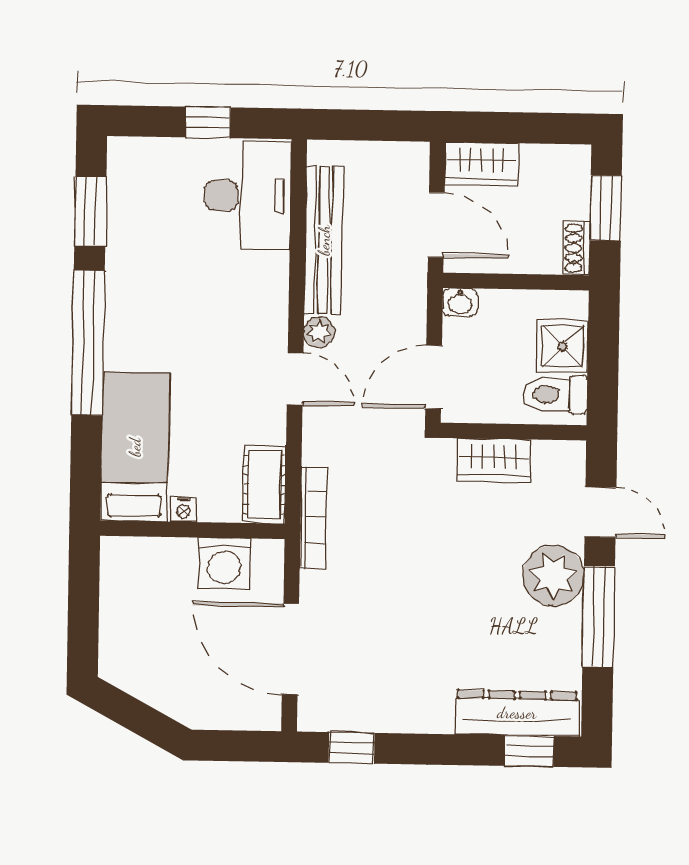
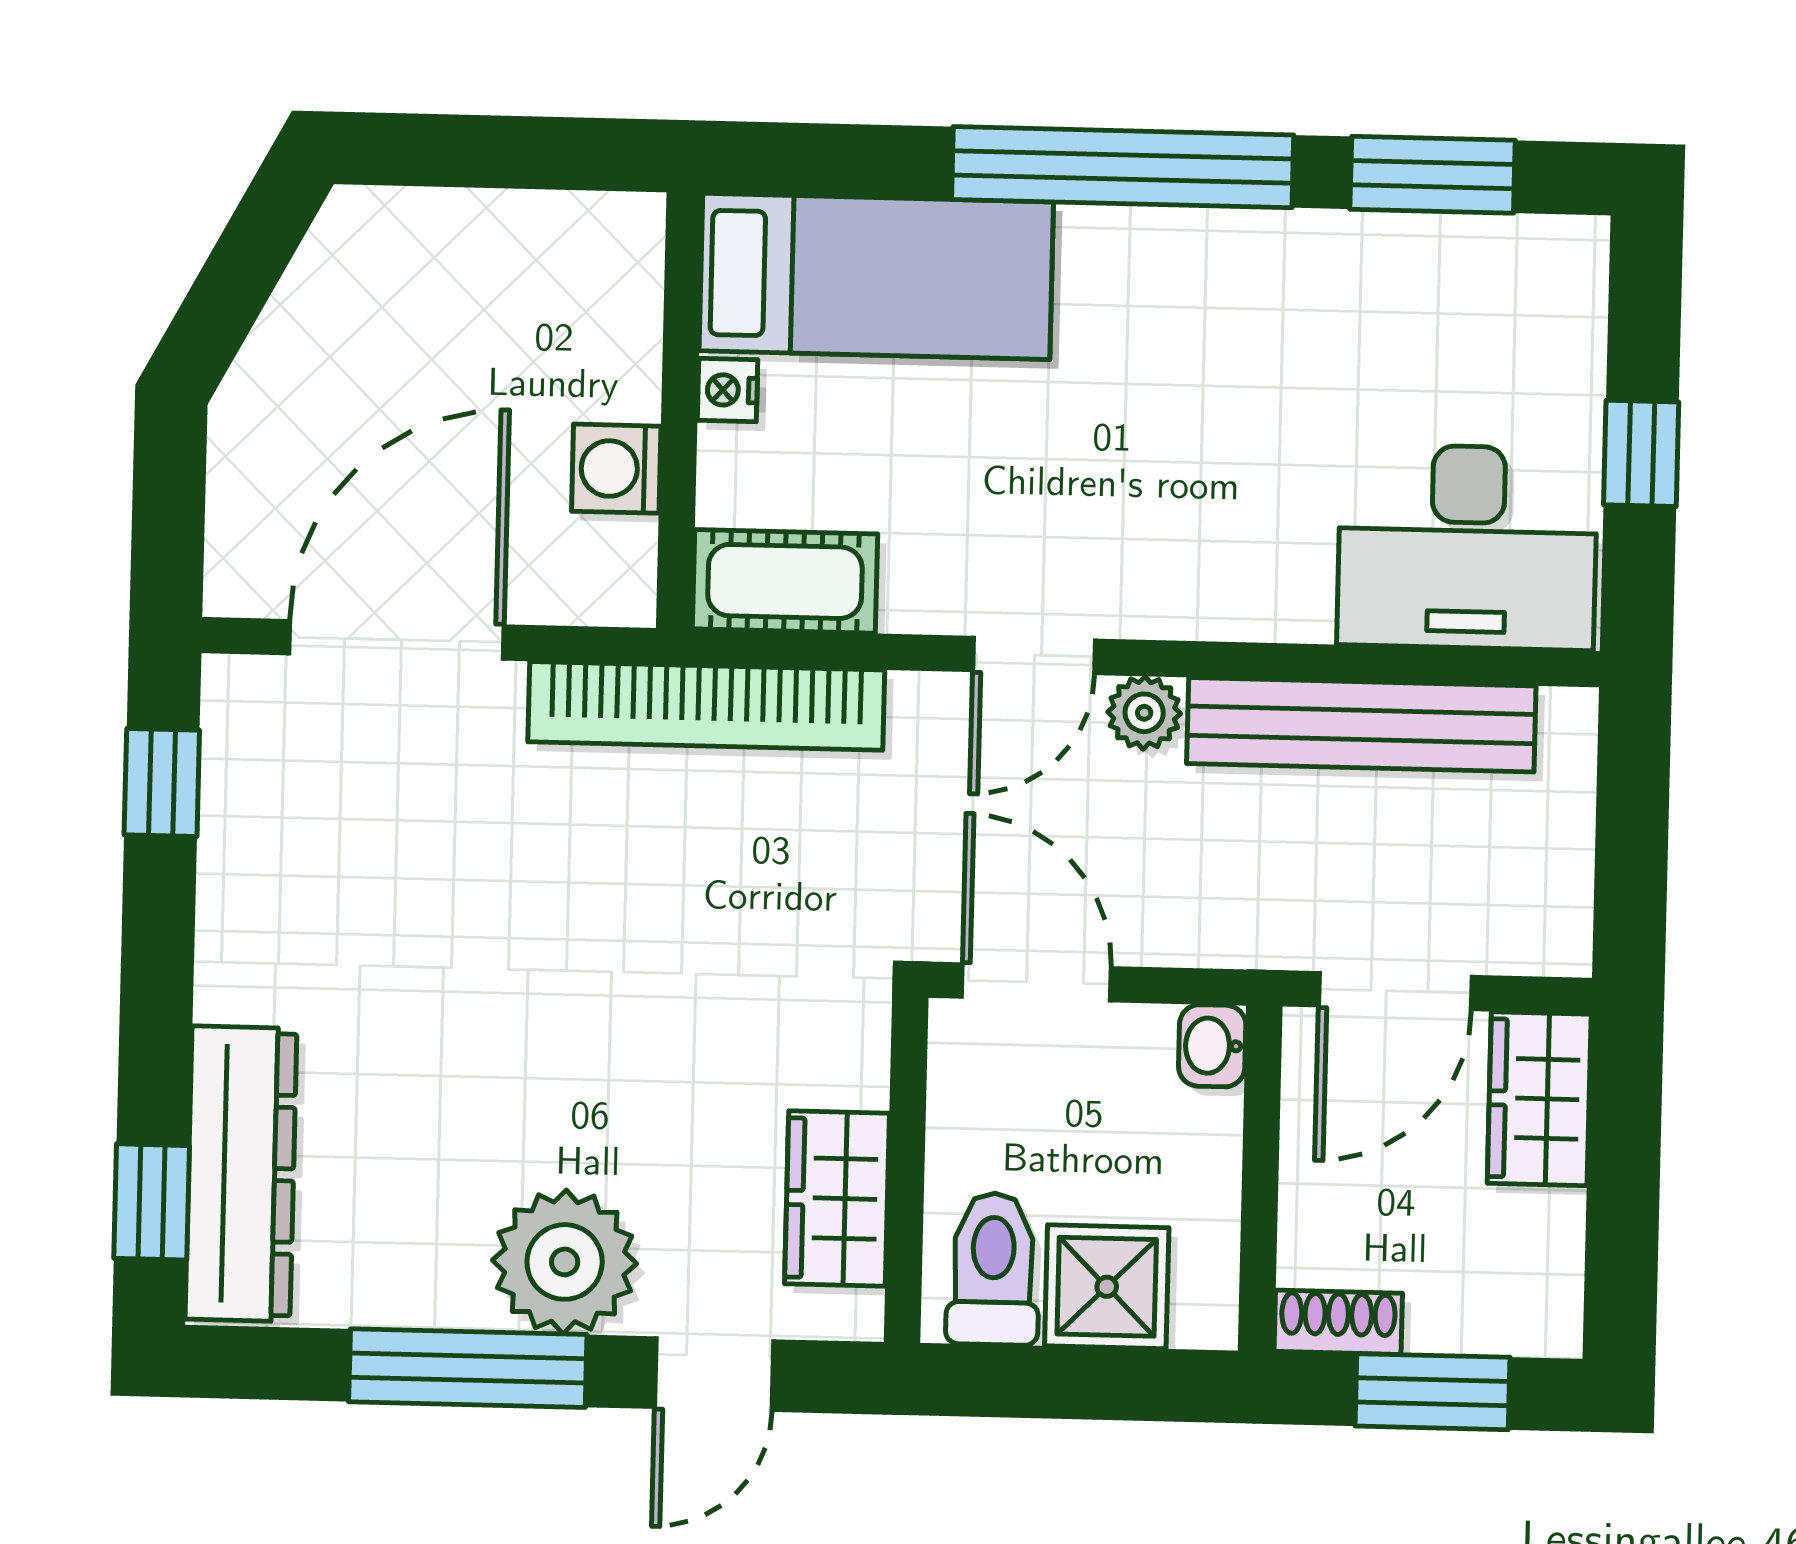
wardrobe: (494, 460) -> (837, 1199), moved
bookcase: (313, 518) -> (706, 706), width x1.48, depth x1.31
washing machine: (224, 564) -> (616, 469), width x0.73, depth x0.73

